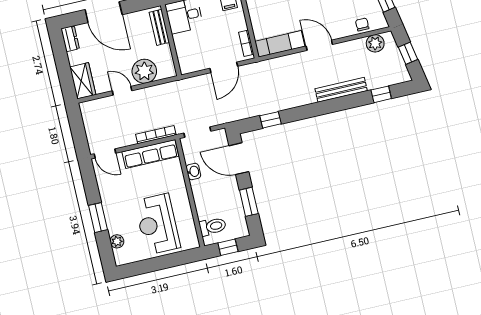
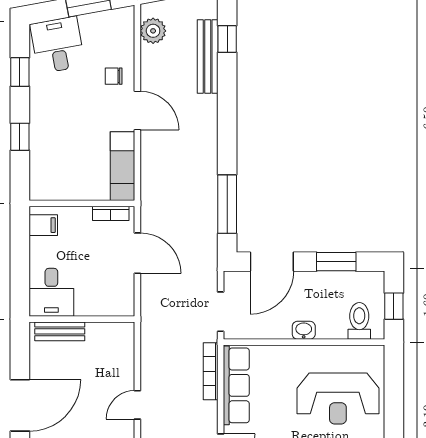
chair: (362, 24) -> (114, 76), moved
door: (319, 45) -> (137, 111), swing flipped
plant: (144, 71) -> (117, 367), removed
bench: (341, 90) -> (208, 56), moved
window: (271, 120) -> (227, 204), width x2.17
washbasin: (193, 172) -> (304, 330), moved

